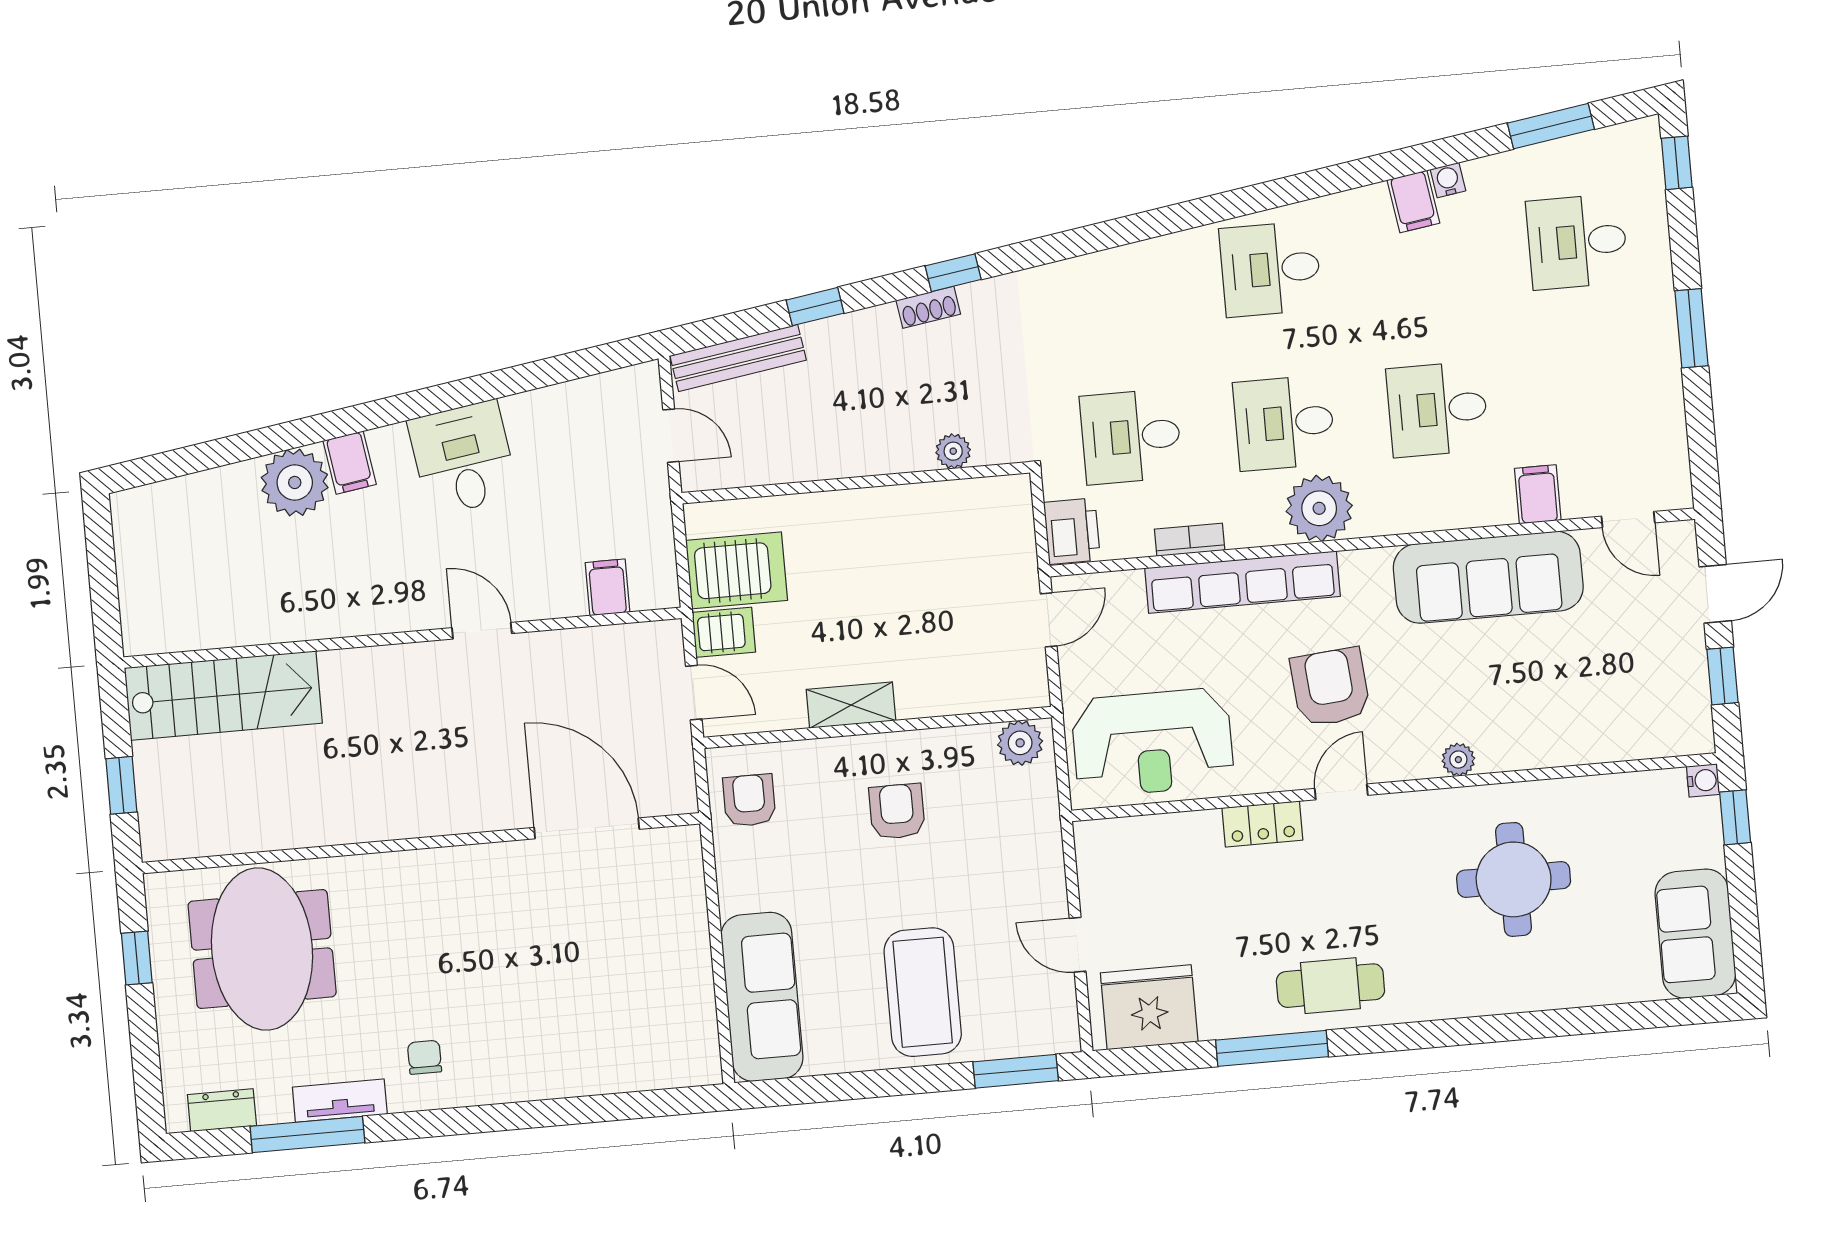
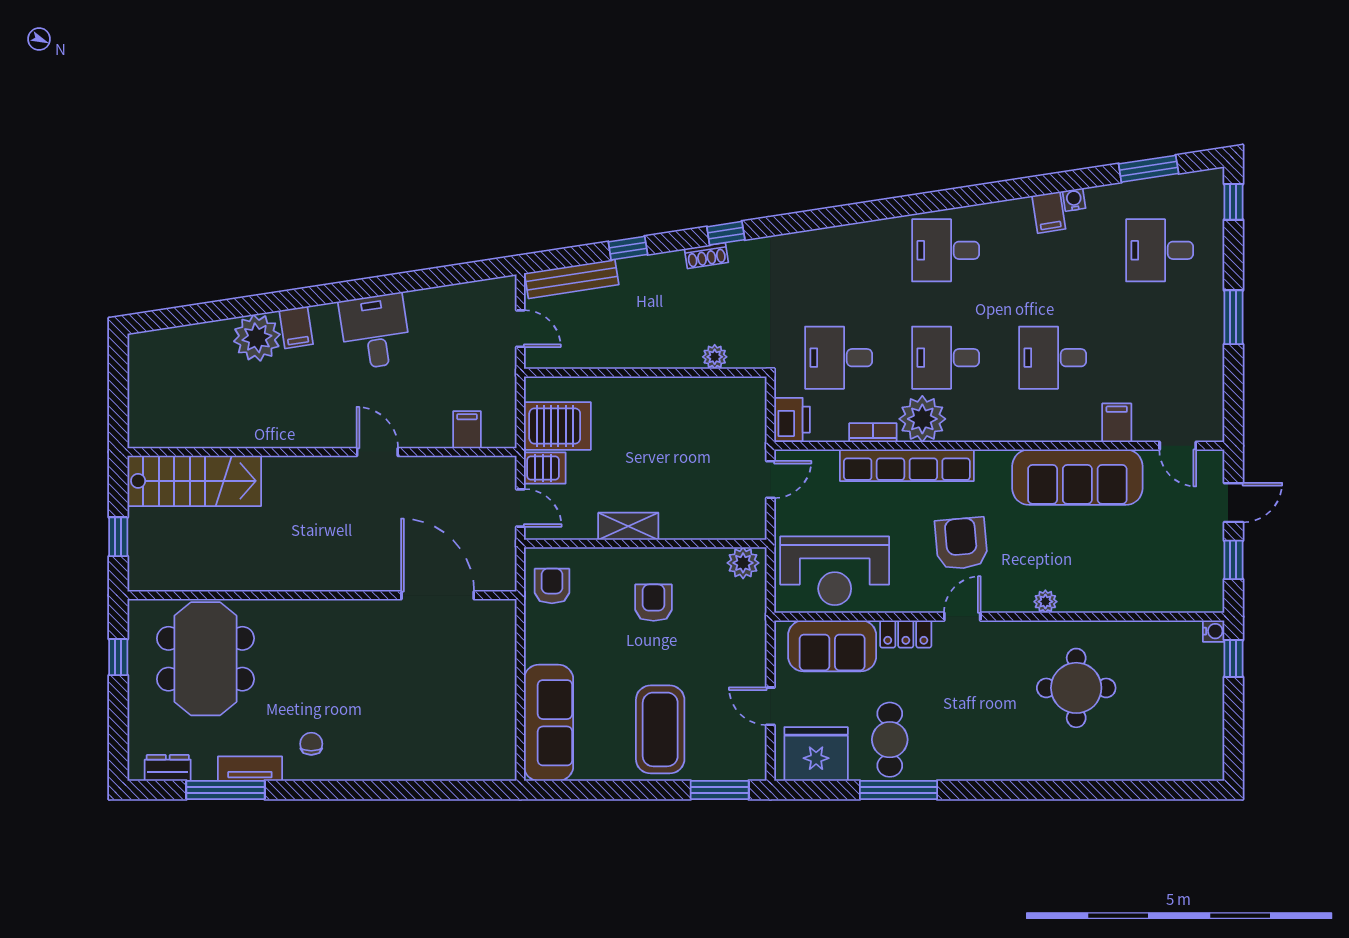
plant: (1319, 508) -> (922, 419), moved
sofa: (1695, 934) -> (832, 646), moved, turned -90
cafe table: (1330, 986) -> (890, 740), moved, turned 90

